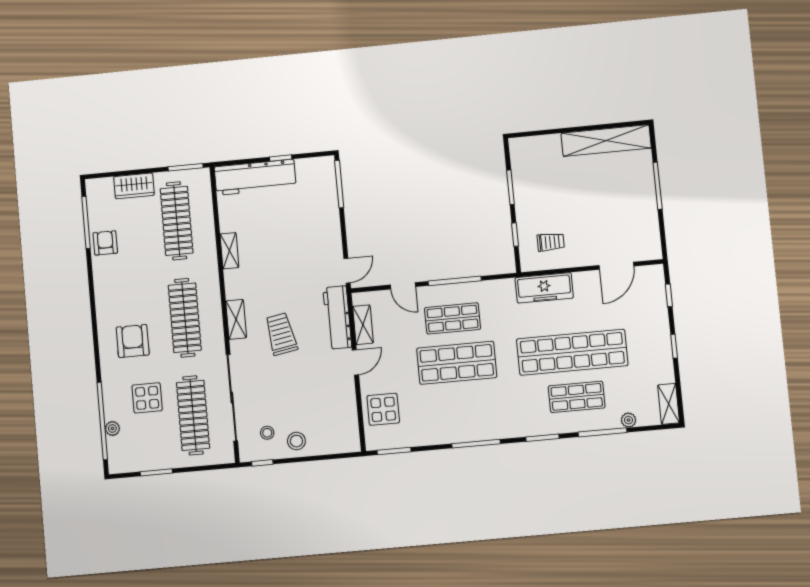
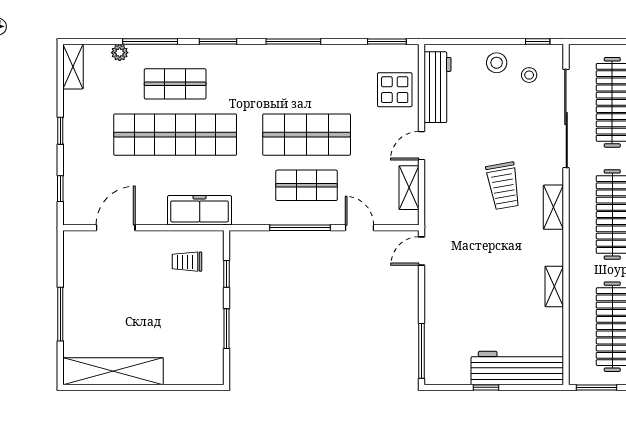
workbench: (337, 317) -> (437, 87), moved

